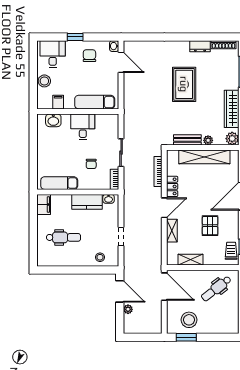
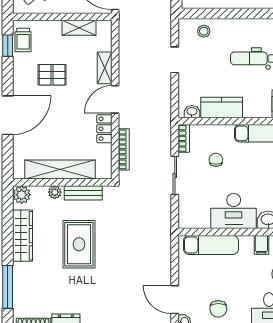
rug: (184, 84) -> (79, 244), moved
desk: (83, 127) -> (234, 211), width x1.37
pallet: (210, 226) -> (52, 75), turned 90

